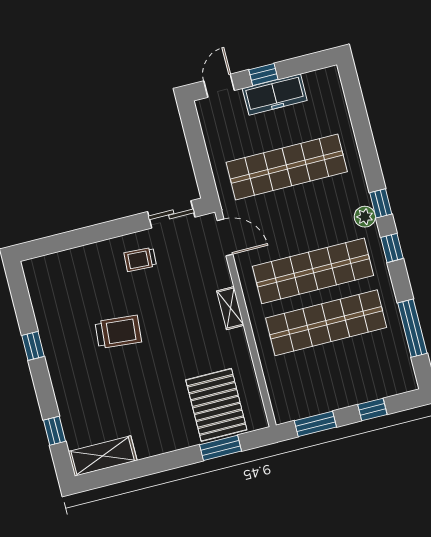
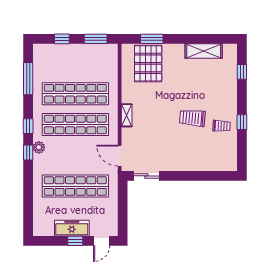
trolley: (140, 259) -> (222, 126), moved
shelving: (103, 456) -> (204, 51), moved

